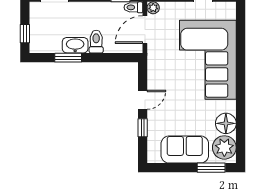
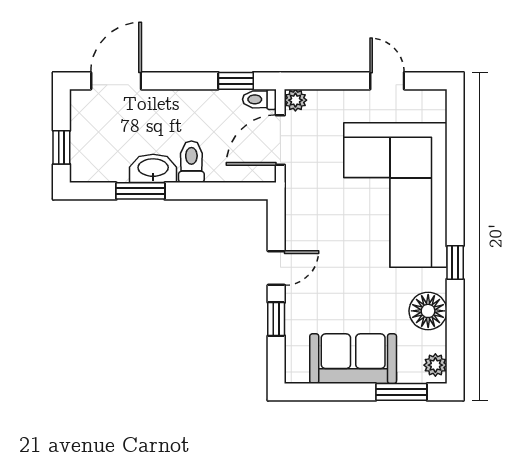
window: (241, 97) -> (455, 263), added
plant: (224, 147) -> (435, 365), width x0.53, depth x0.53

